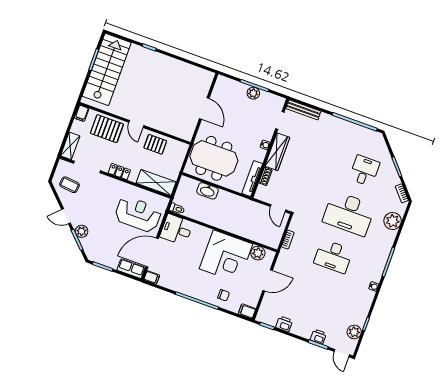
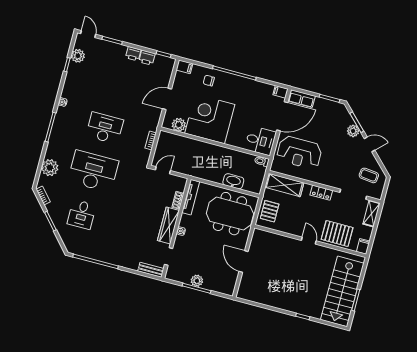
bench: (303, 110) -> (151, 270), width x0.73
pallet: (155, 144) -> (270, 211), moved, turned 90
door: (278, 208) -> (163, 170), hinge flipped
printer: (318, 337) -> (133, 54), moved

